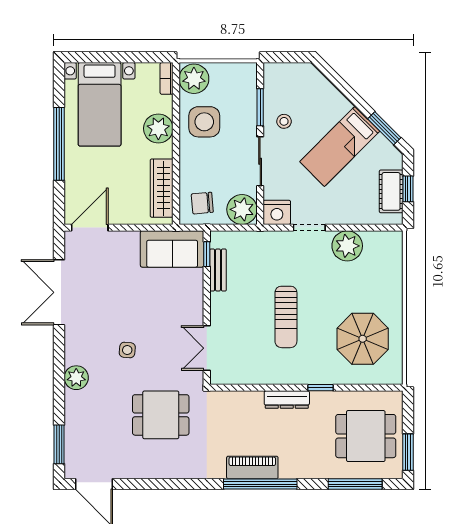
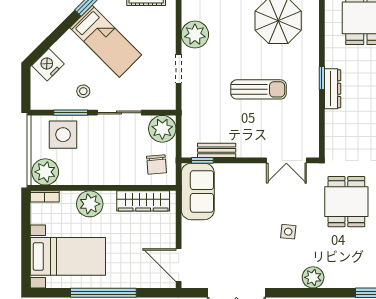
side table: (204, 122) -> (63, 135), moved
nightstand: (277, 212) -> (48, 65), moved, turned -135
window: (321, 388) -> (322, 78), moved

